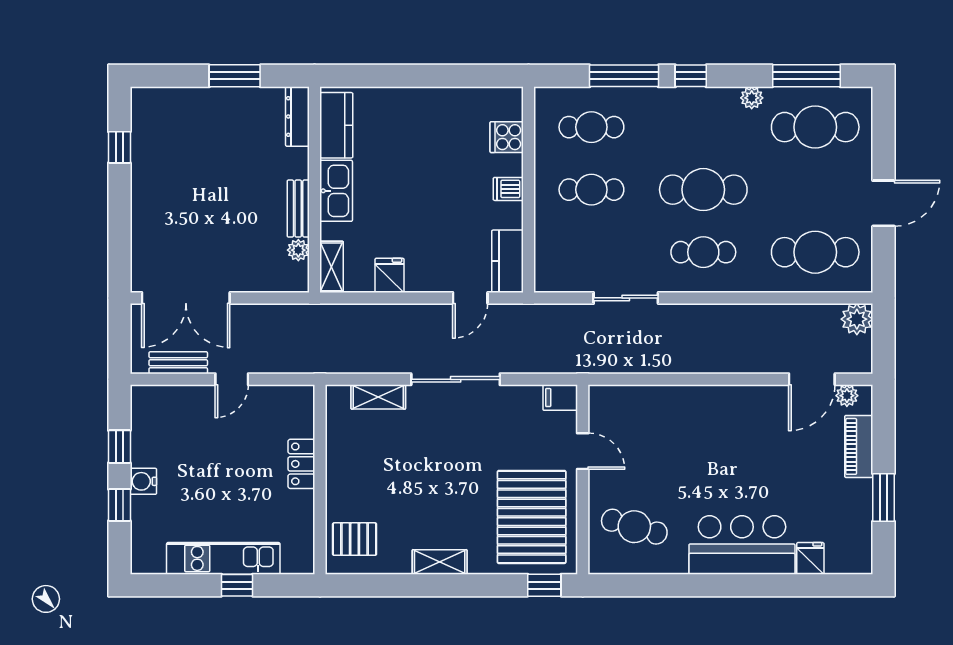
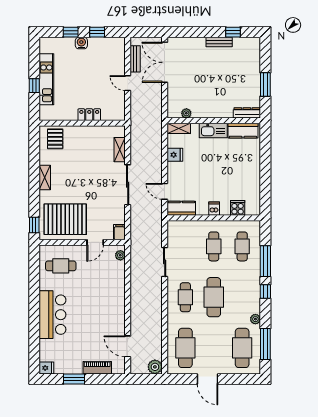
bench: (298, 209) -> (219, 42), moved
plant: (847, 396) -> (120, 255), moved
cafe table: (634, 527) -> (61, 266), turned 74
fridge: (810, 558) -> (46, 368), moved

